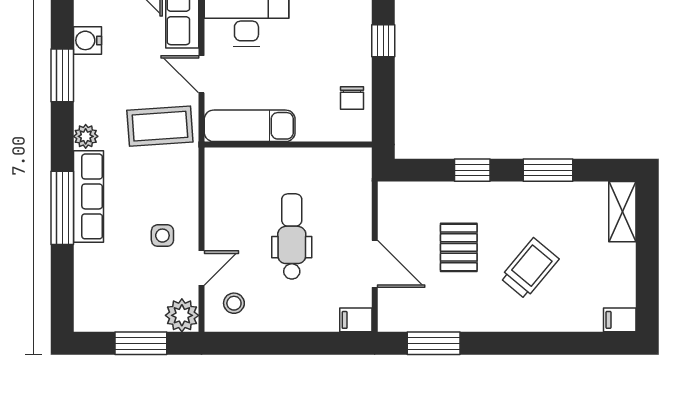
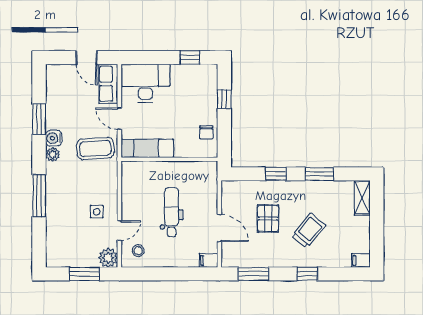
water cooler: (87, 40) -> (54, 138), moved
row of seats: (89, 196) -> (54, 189), removed
window: (527, 343) -> (307, 274), added

